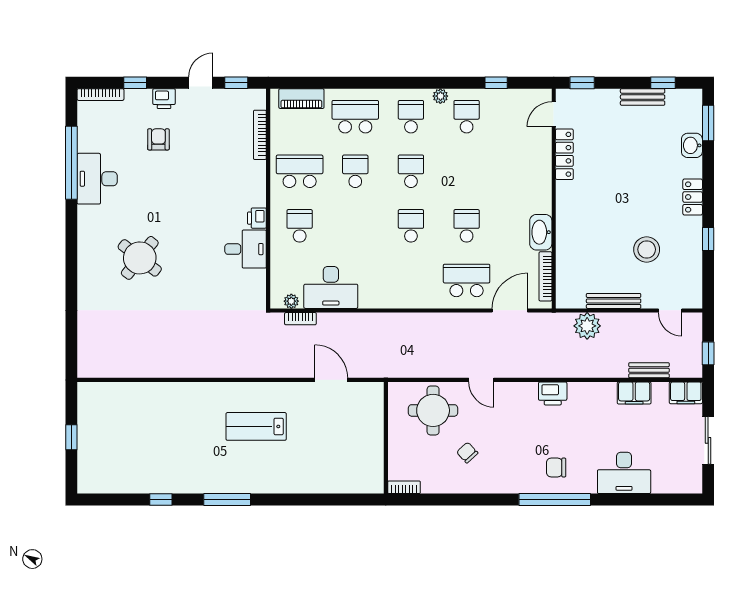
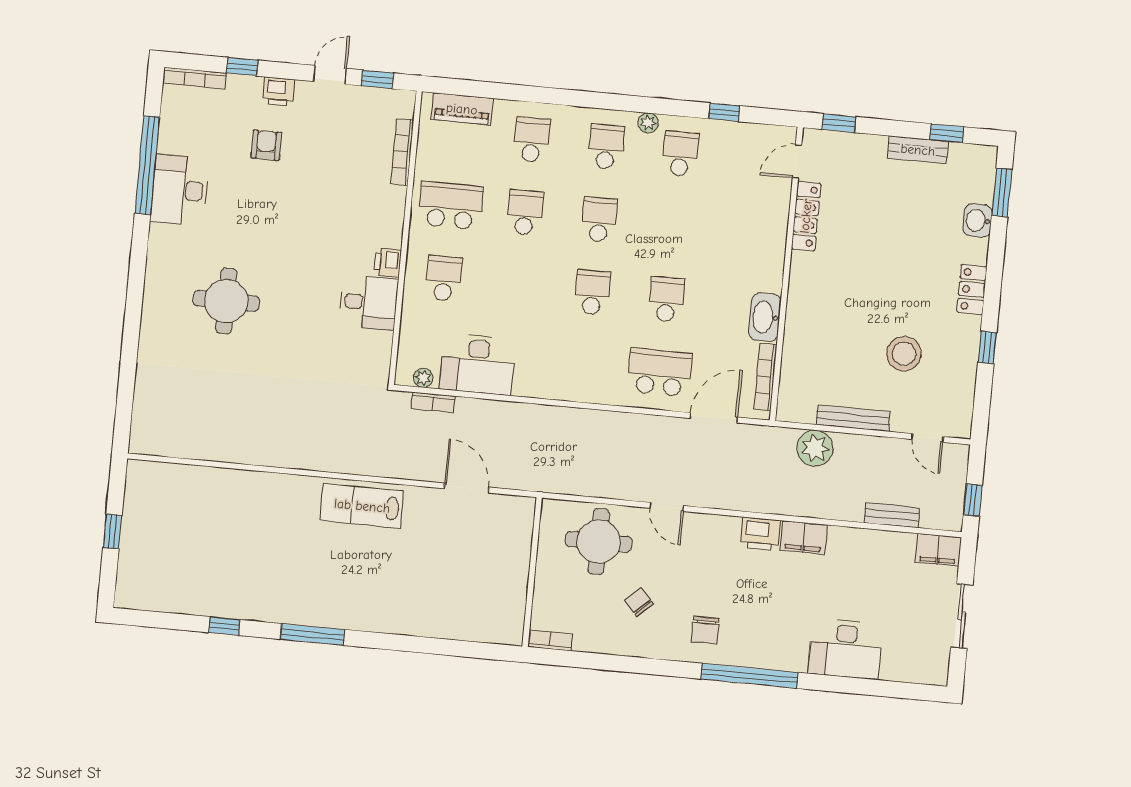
school desk: (355, 117) -> (532, 140), width x0.54
round table: (140, 258) -> (226, 301), turned -38
filing cabinet: (634, 393) -> (804, 537), moved
lab bench: (256, 426) -> (362, 506), moved
chair: (556, 468) -> (705, 630), moved, turned -90

